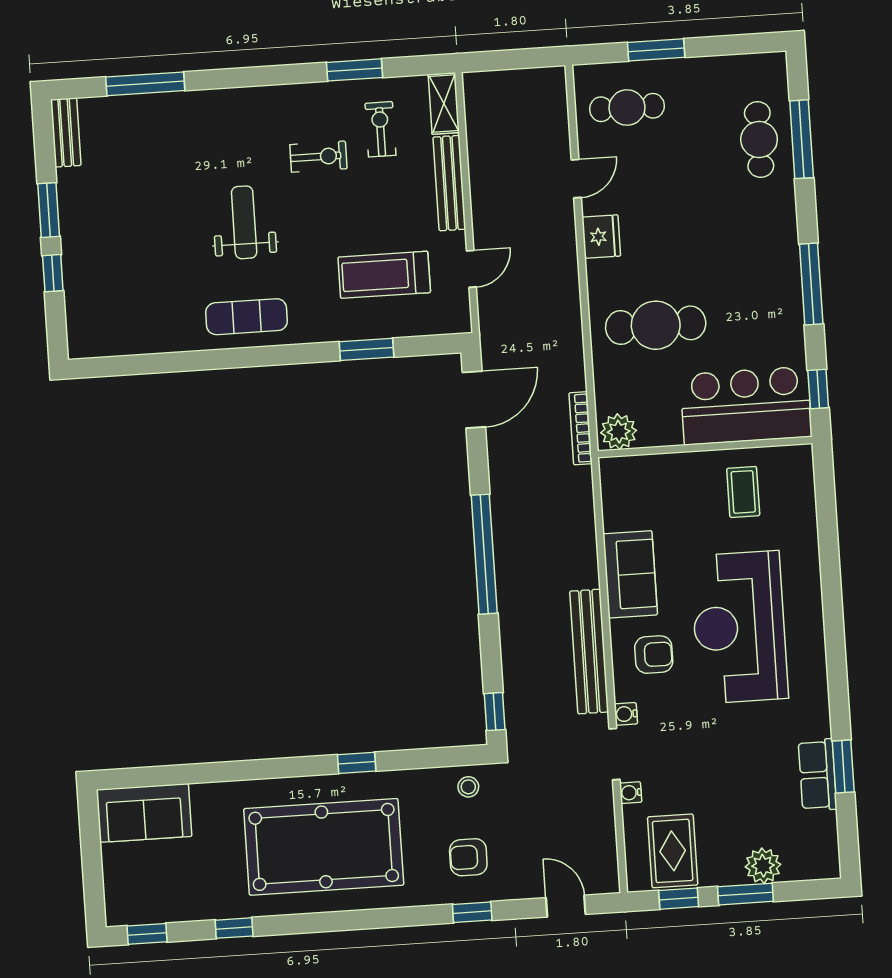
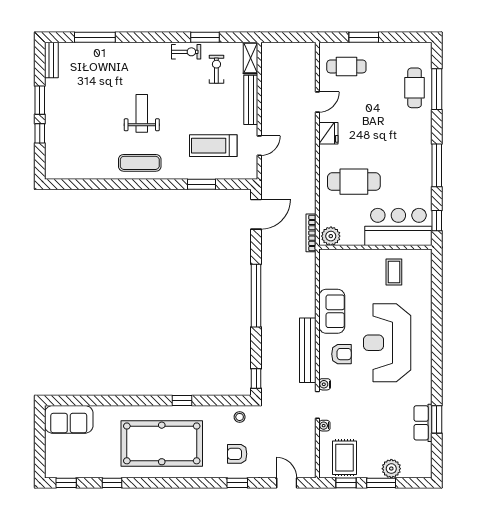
exercise bike: (318, 157) -> (186, 52), moved

